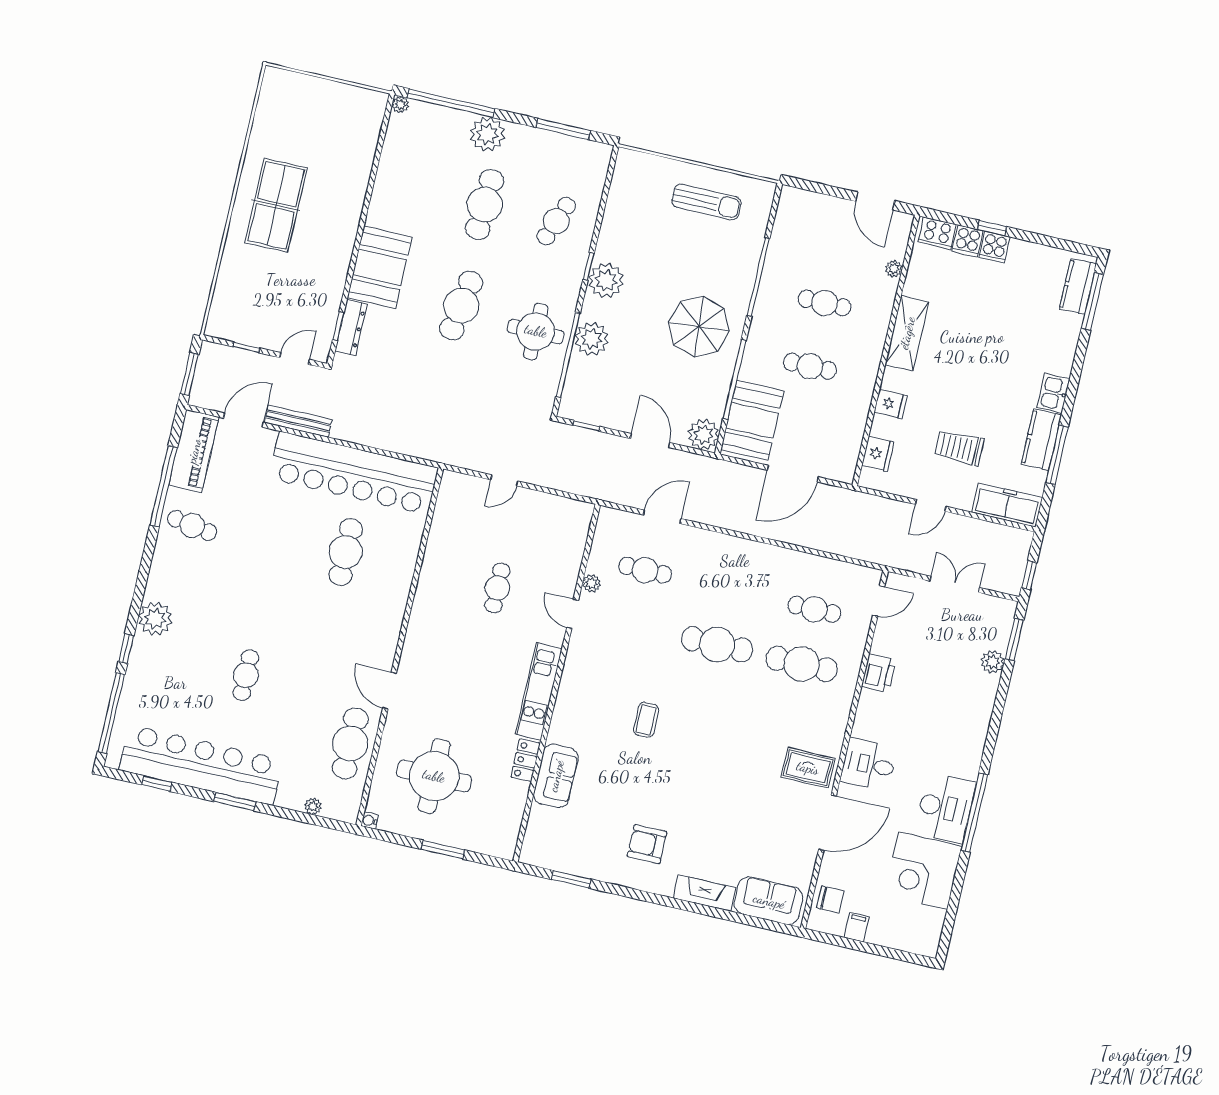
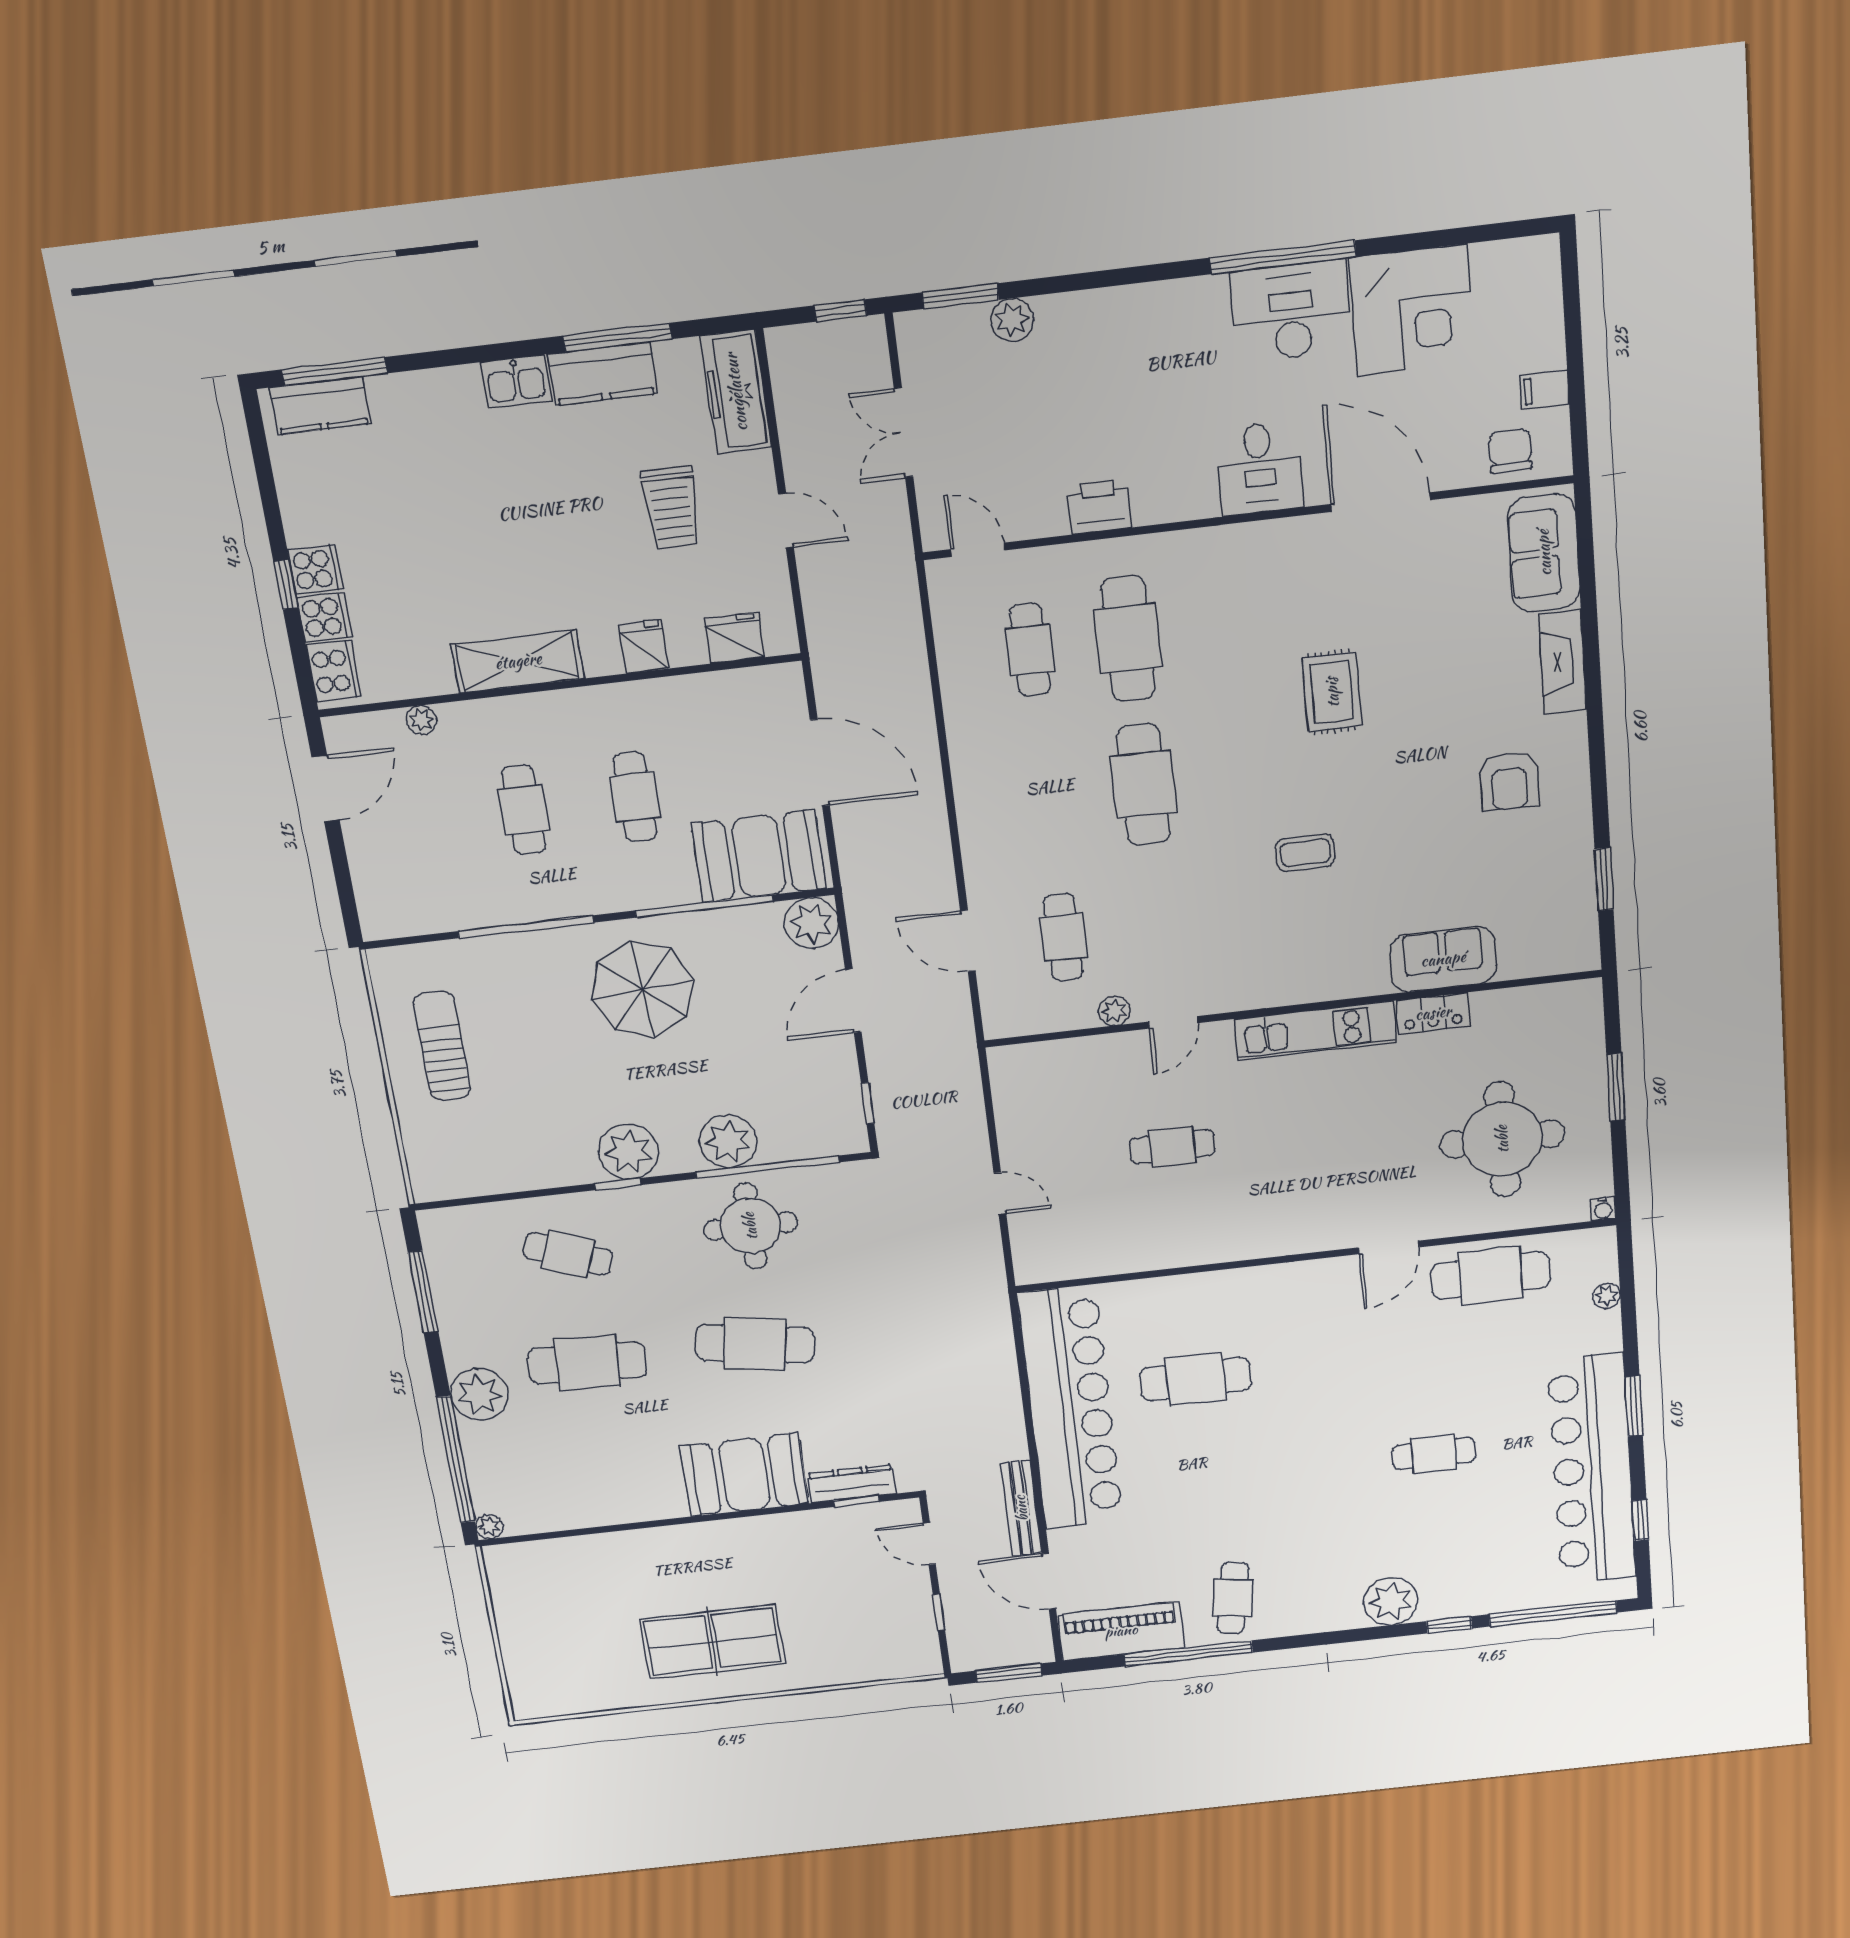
rug: (808, 768) -> (1332, 692), moved

